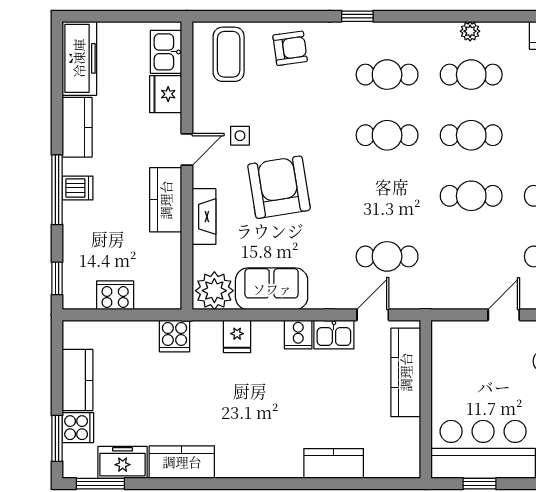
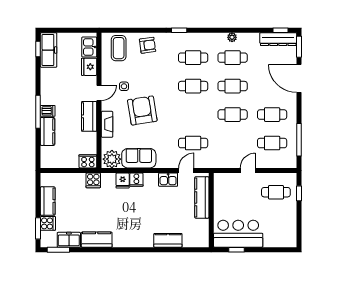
kitchen counter: (77, 127) -> (48, 131), moved
window: (57, 278) -> (38, 49), moved
cooker: (115, 295) -> (88, 161), moved
cooker: (298, 334) -> (136, 180), moved

